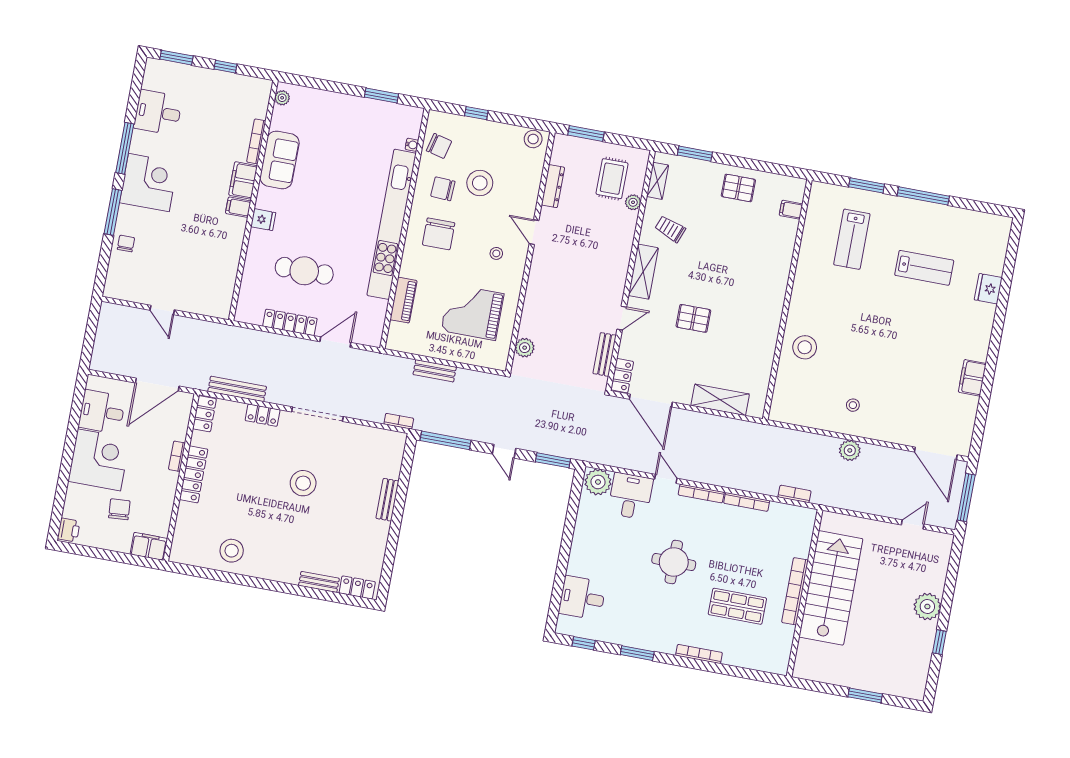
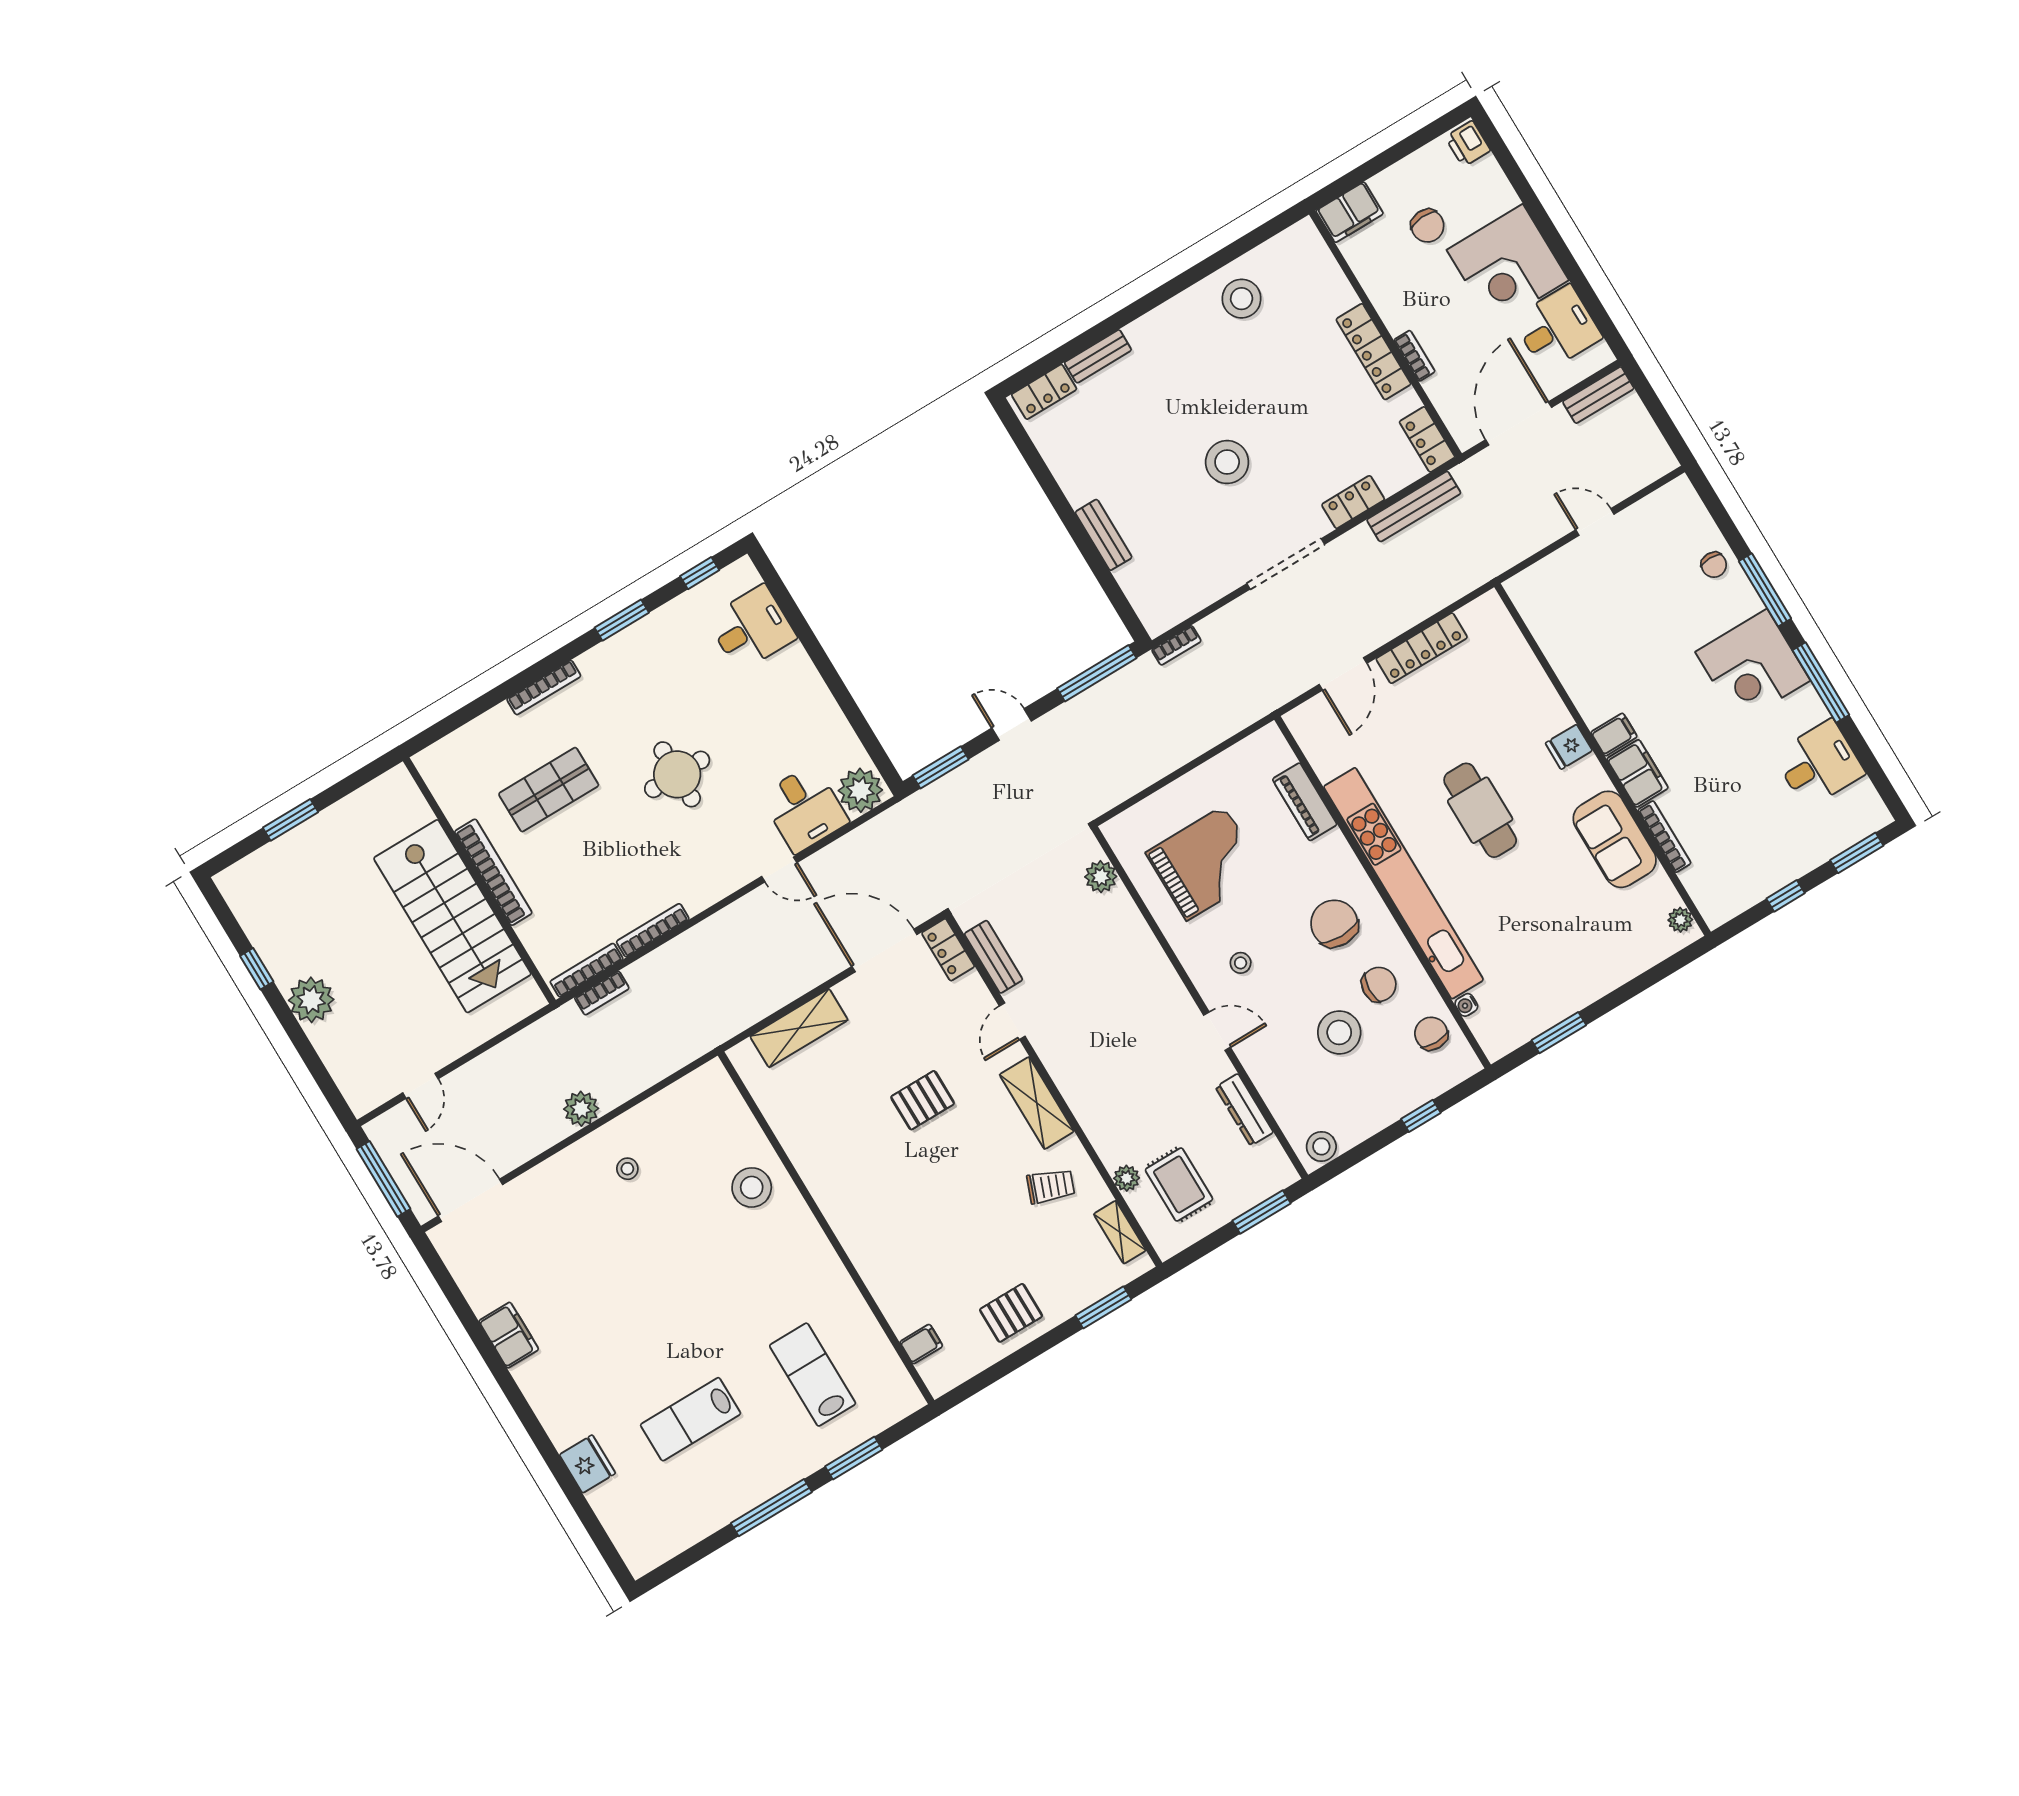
chair: (439, 146) -> (1431, 1033), turned 76
cafe table: (304, 271) -> (1480, 810), moved, turned 90
bench: (435, 371) -> (1598, 395), moved
bookcase: (701, 493) -> (587, 970), moved

